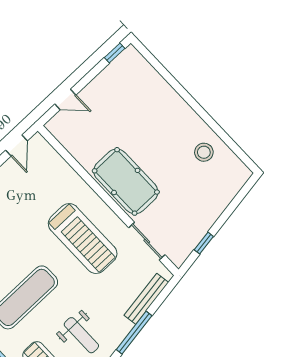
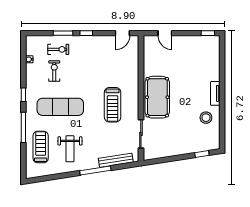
tv unit: (188, 114) -> (215, 93), added
treadmill: (83, 239) -> (113, 105), width x0.73, depth x0.73
window: (204, 243) -> (202, 154), moved

